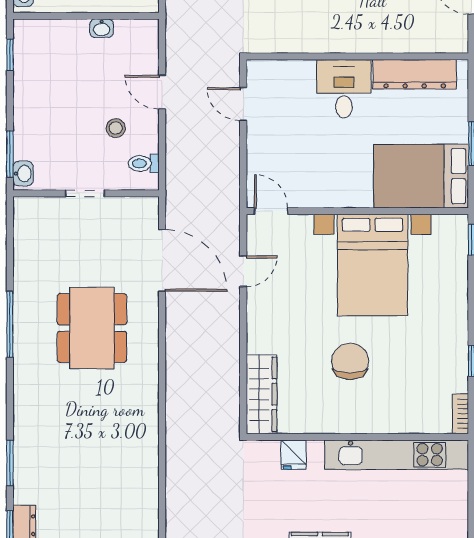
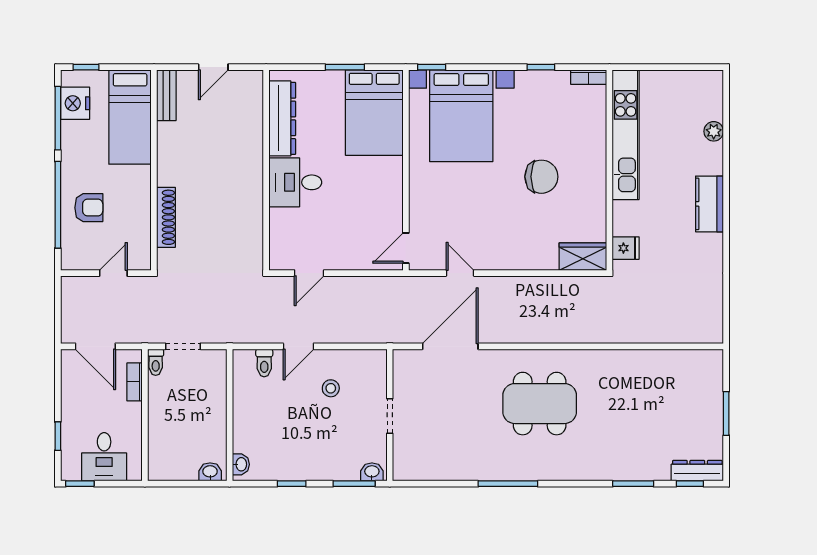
washbasin: (102, 28) -> (241, 464), moved
window: (10, 55) -> (292, 484), moved
toilet: (144, 163) -> (264, 363), moved
bed with nightstands: (372, 265) -> (461, 116), moved, turned 90
dining table: (92, 328) -> (540, 404), moved
chair: (350, 361) -> (541, 177), turned 180
wardrobe: (262, 394) -> (583, 257), width x0.67
fridge: (294, 455) -> (626, 248), moved

